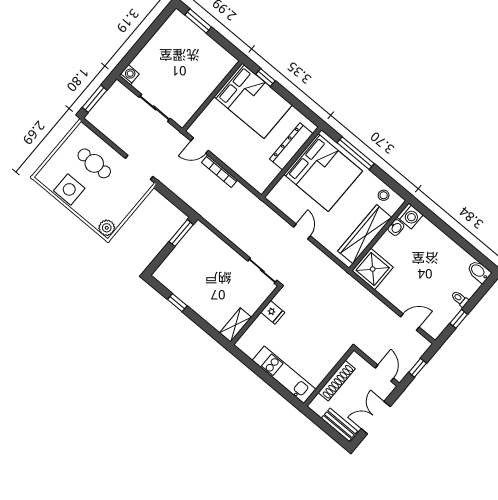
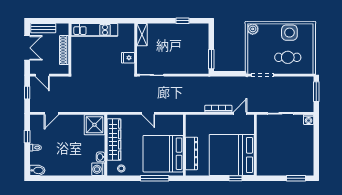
bed: (253, 101) -> (232, 155), width x1.36

